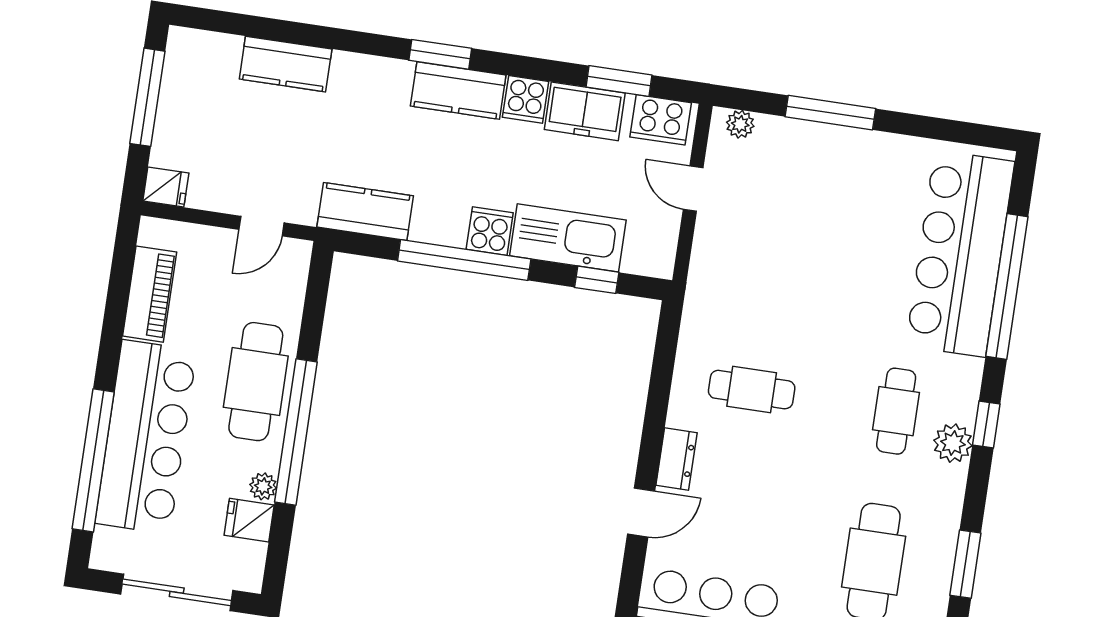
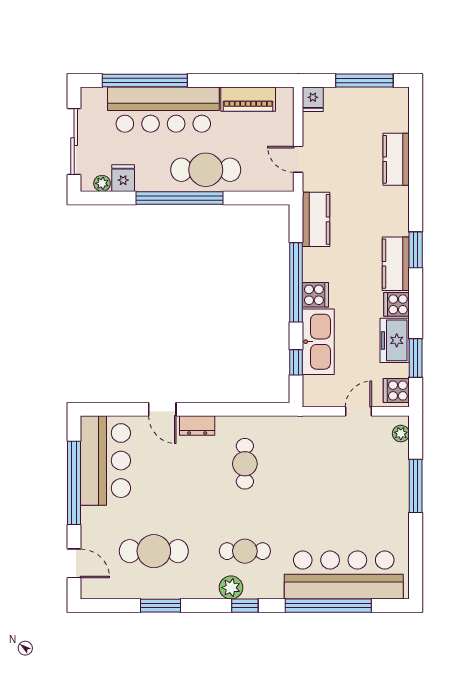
cooker: (661, 120) -> (396, 390), width x0.73
plant: (263, 486) -> (102, 183), moved

